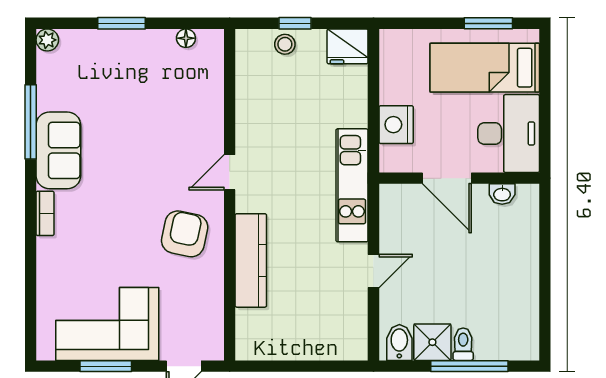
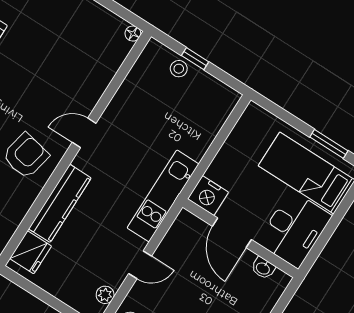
floor lamp: (186, 38) -> (133, 34), moved
fridge: (348, 46) -> (31, 252), moved, turned -90
nightstand: (396, 125) -> (208, 196), moved, turned -90
plant: (357, 325) -> (105, 295), added

